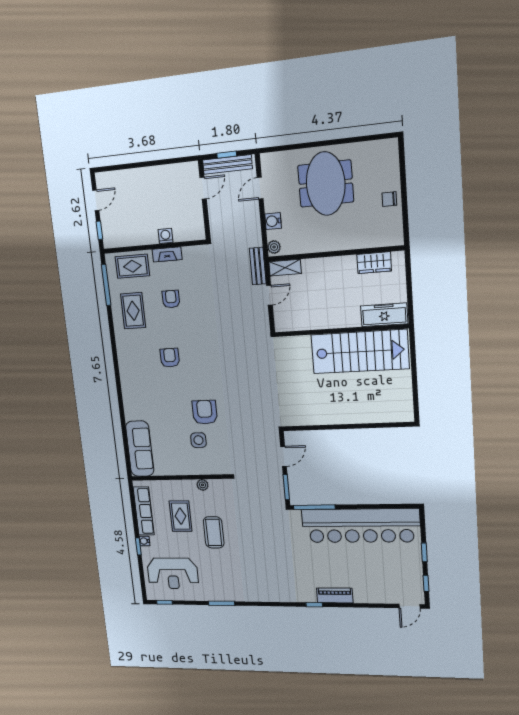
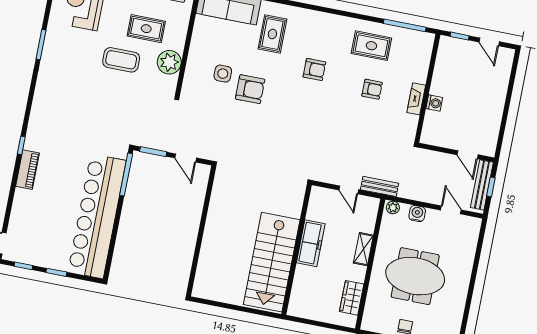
meeting table: (326, 184) -> (415, 276), moved
rug: (132, 266) -> (272, 34), moved
shelving: (285, 268) -> (363, 249), moved
freezer: (384, 315) -> (311, 243), moved
plant: (203, 485) -> (169, 62), width x1.88, depth x1.88

